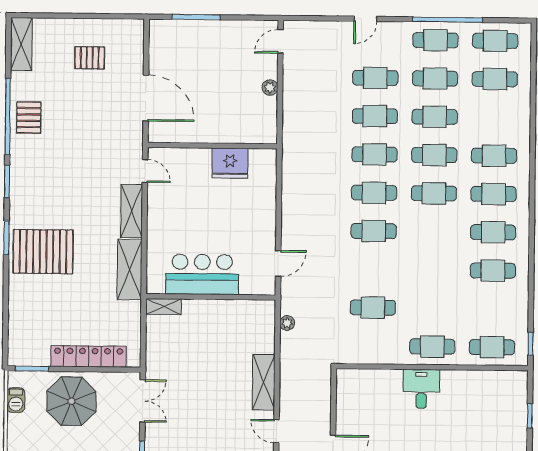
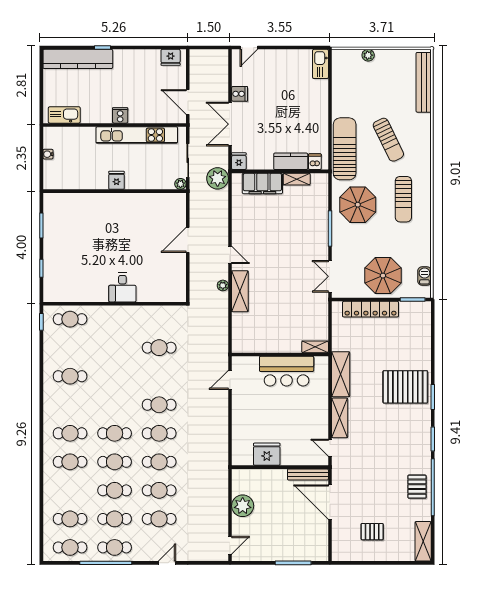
plant: (270, 88) -> (243, 506), width x1.88, depth x1.88
bench: (175, 135) -> (308, 474), added
cafe table: (493, 232) -> (70, 405), removed
plant: (287, 323) -> (223, 285), moved
cafe table: (432, 347) -> (115, 319), removed

